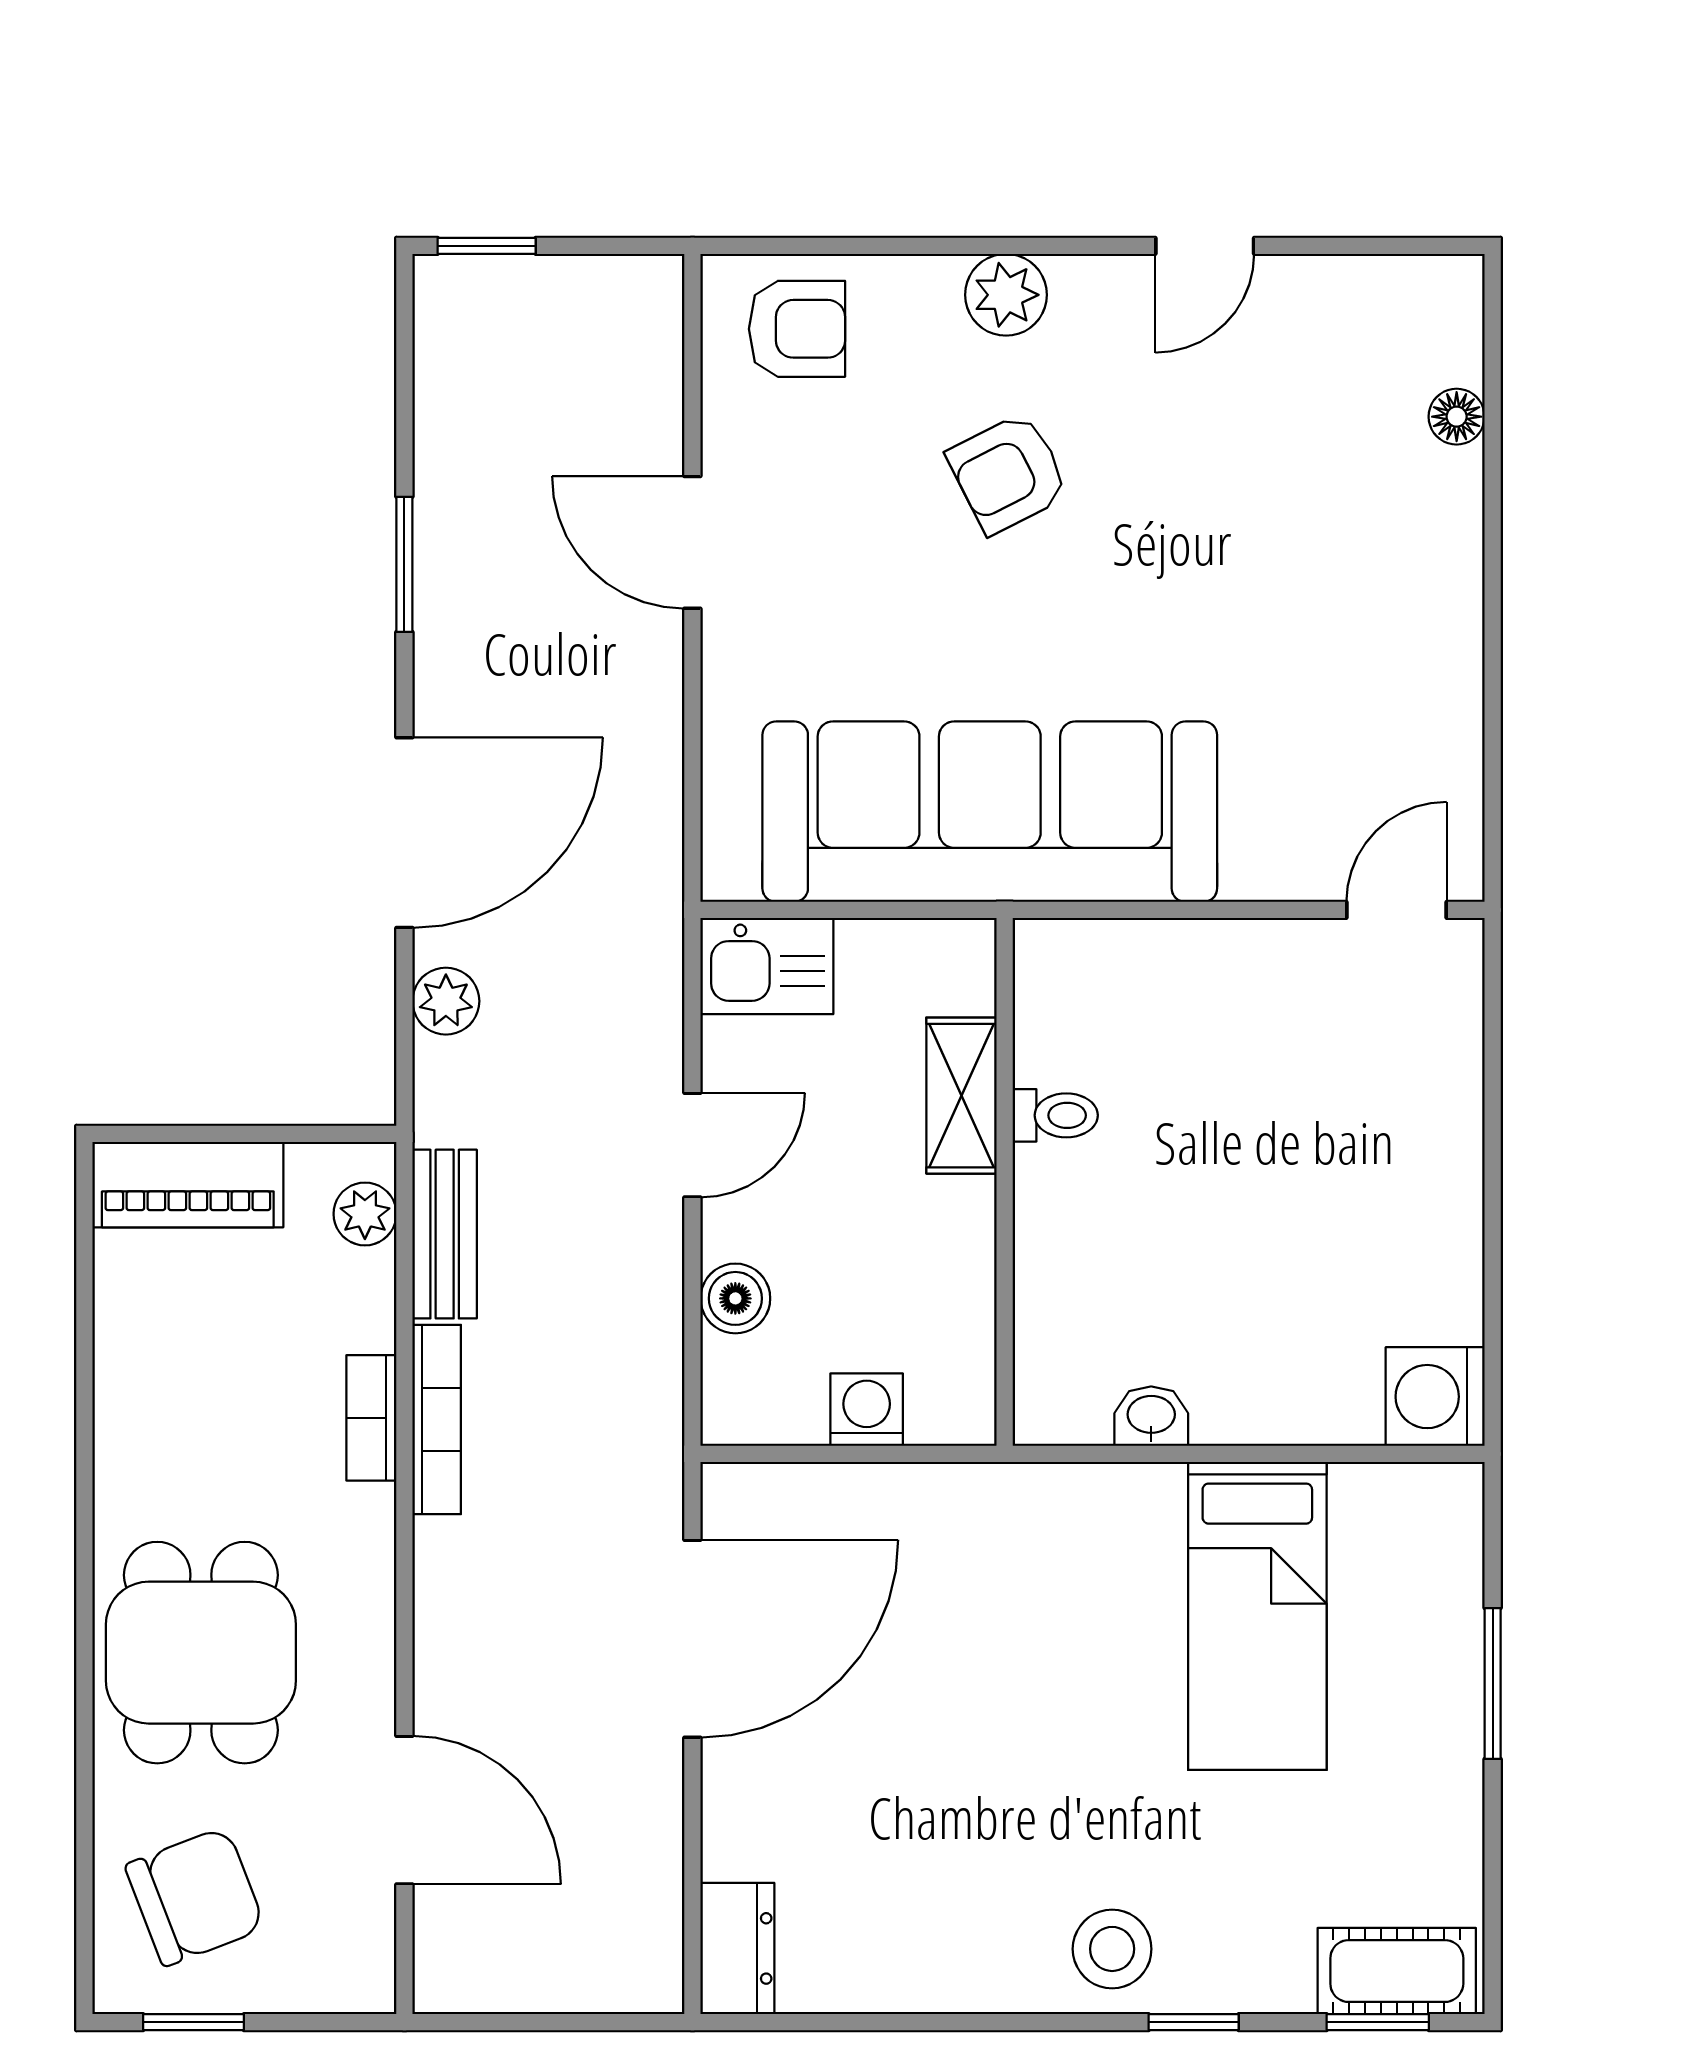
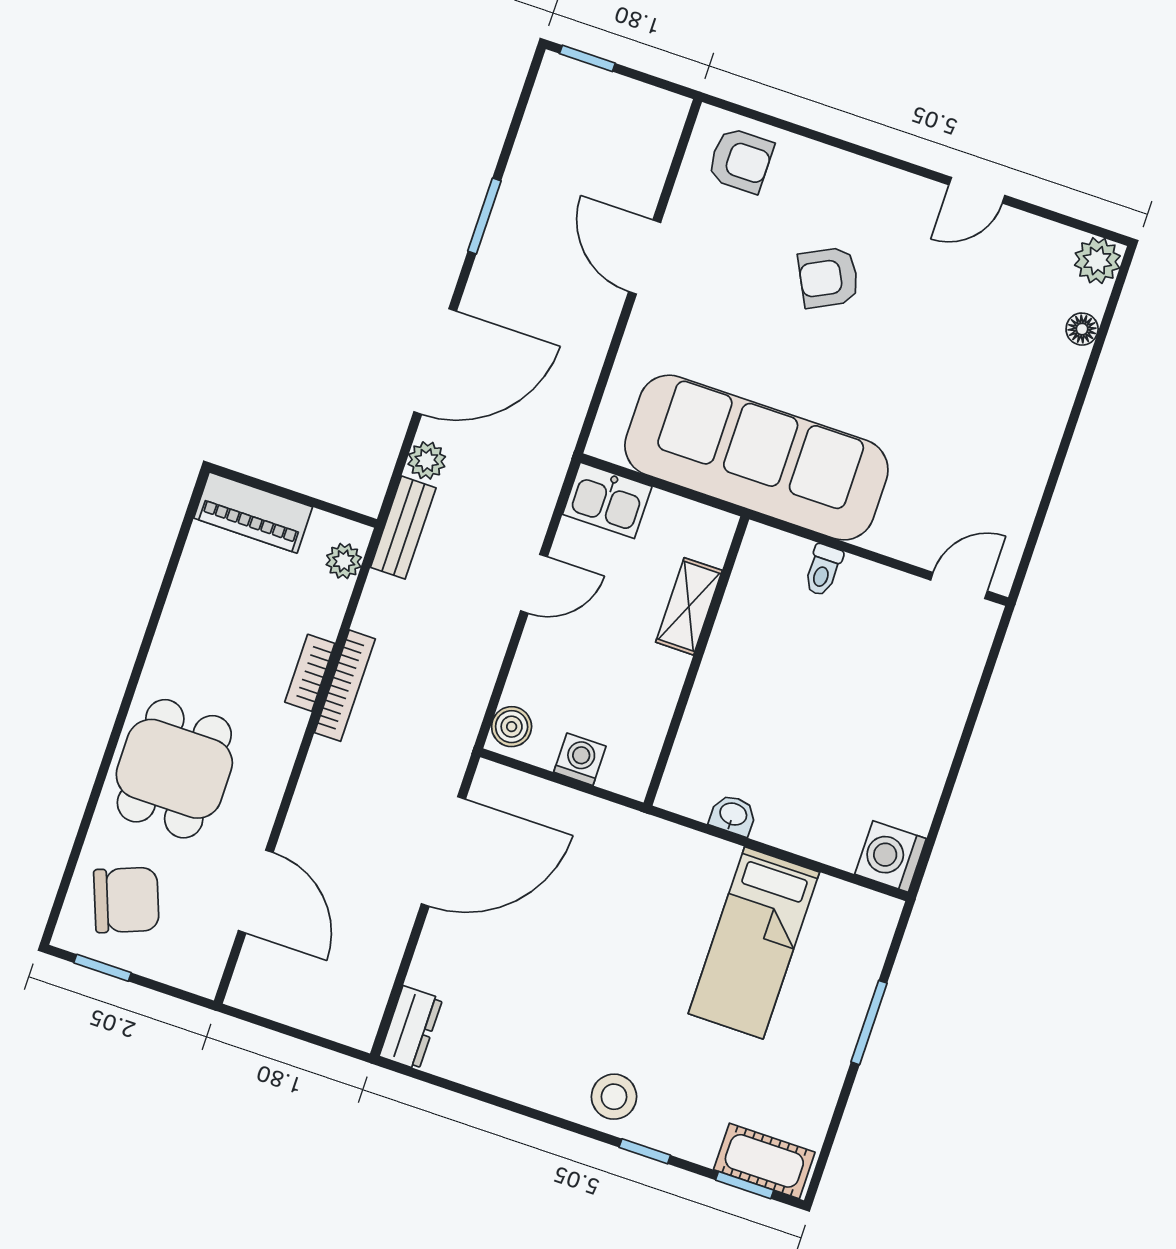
plant: (1006, 295) -> (1097, 261), moved
toilet: (1055, 1115) -> (823, 570), moved, turned 90
bench: (445, 1234) -> (403, 528), moved
boiler: (735, 1298) -> (512, 727), moved

